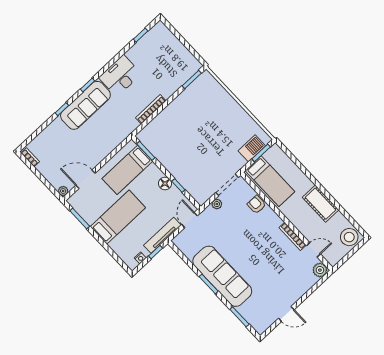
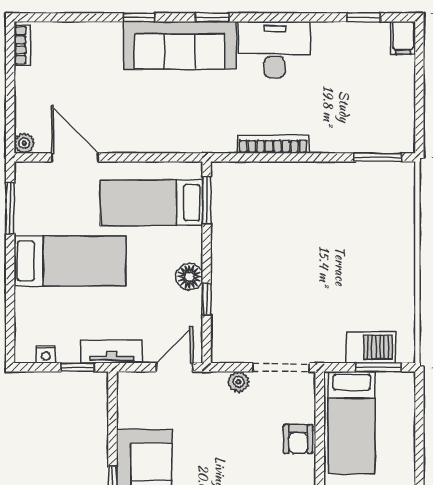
filing cabinet: (161, 29) -> (403, 38), added
armchair: (257, 205) -> (298, 439), turned 180
tv unit: (162, 235) -> (112, 352), width x0.71

